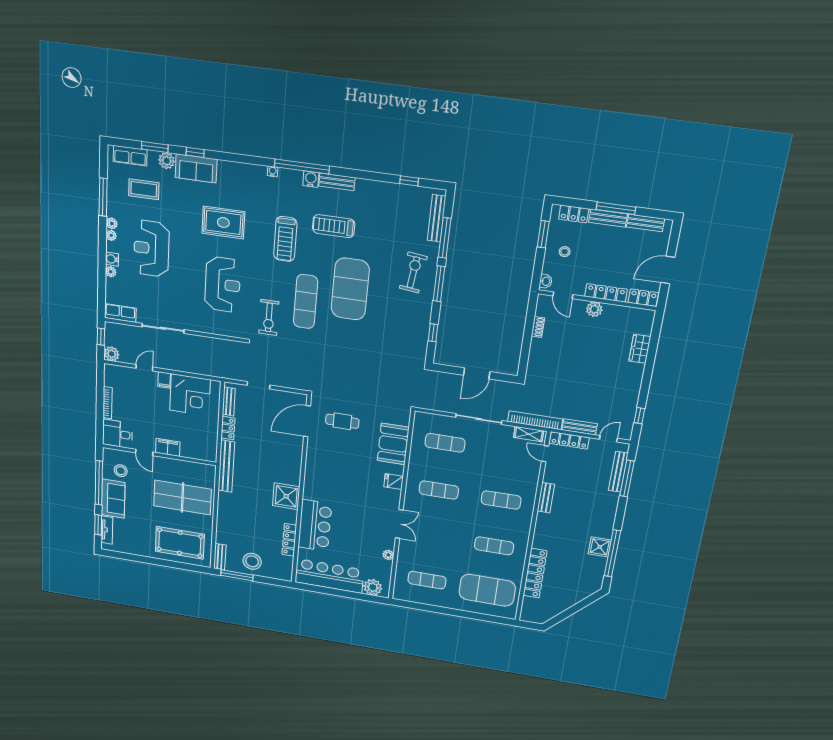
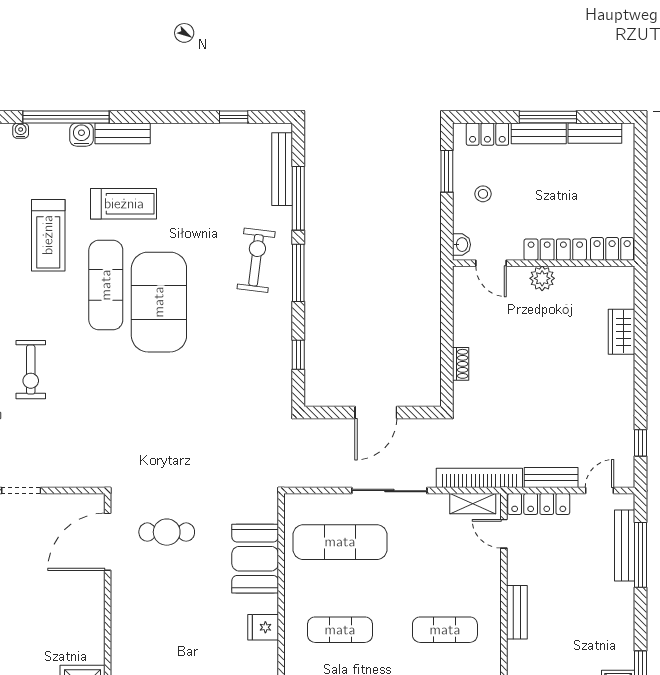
treadmill: (334, 226) -> (124, 204), turned 180
door: (668, 270) -> (641, 200), removed
exercise mat: (306, 302) -> (106, 285), moved
shoe rack: (538, 327) -> (461, 364), moved
exercise mat: (445, 443) -> (340, 542), width x1.36, depth x1.45

